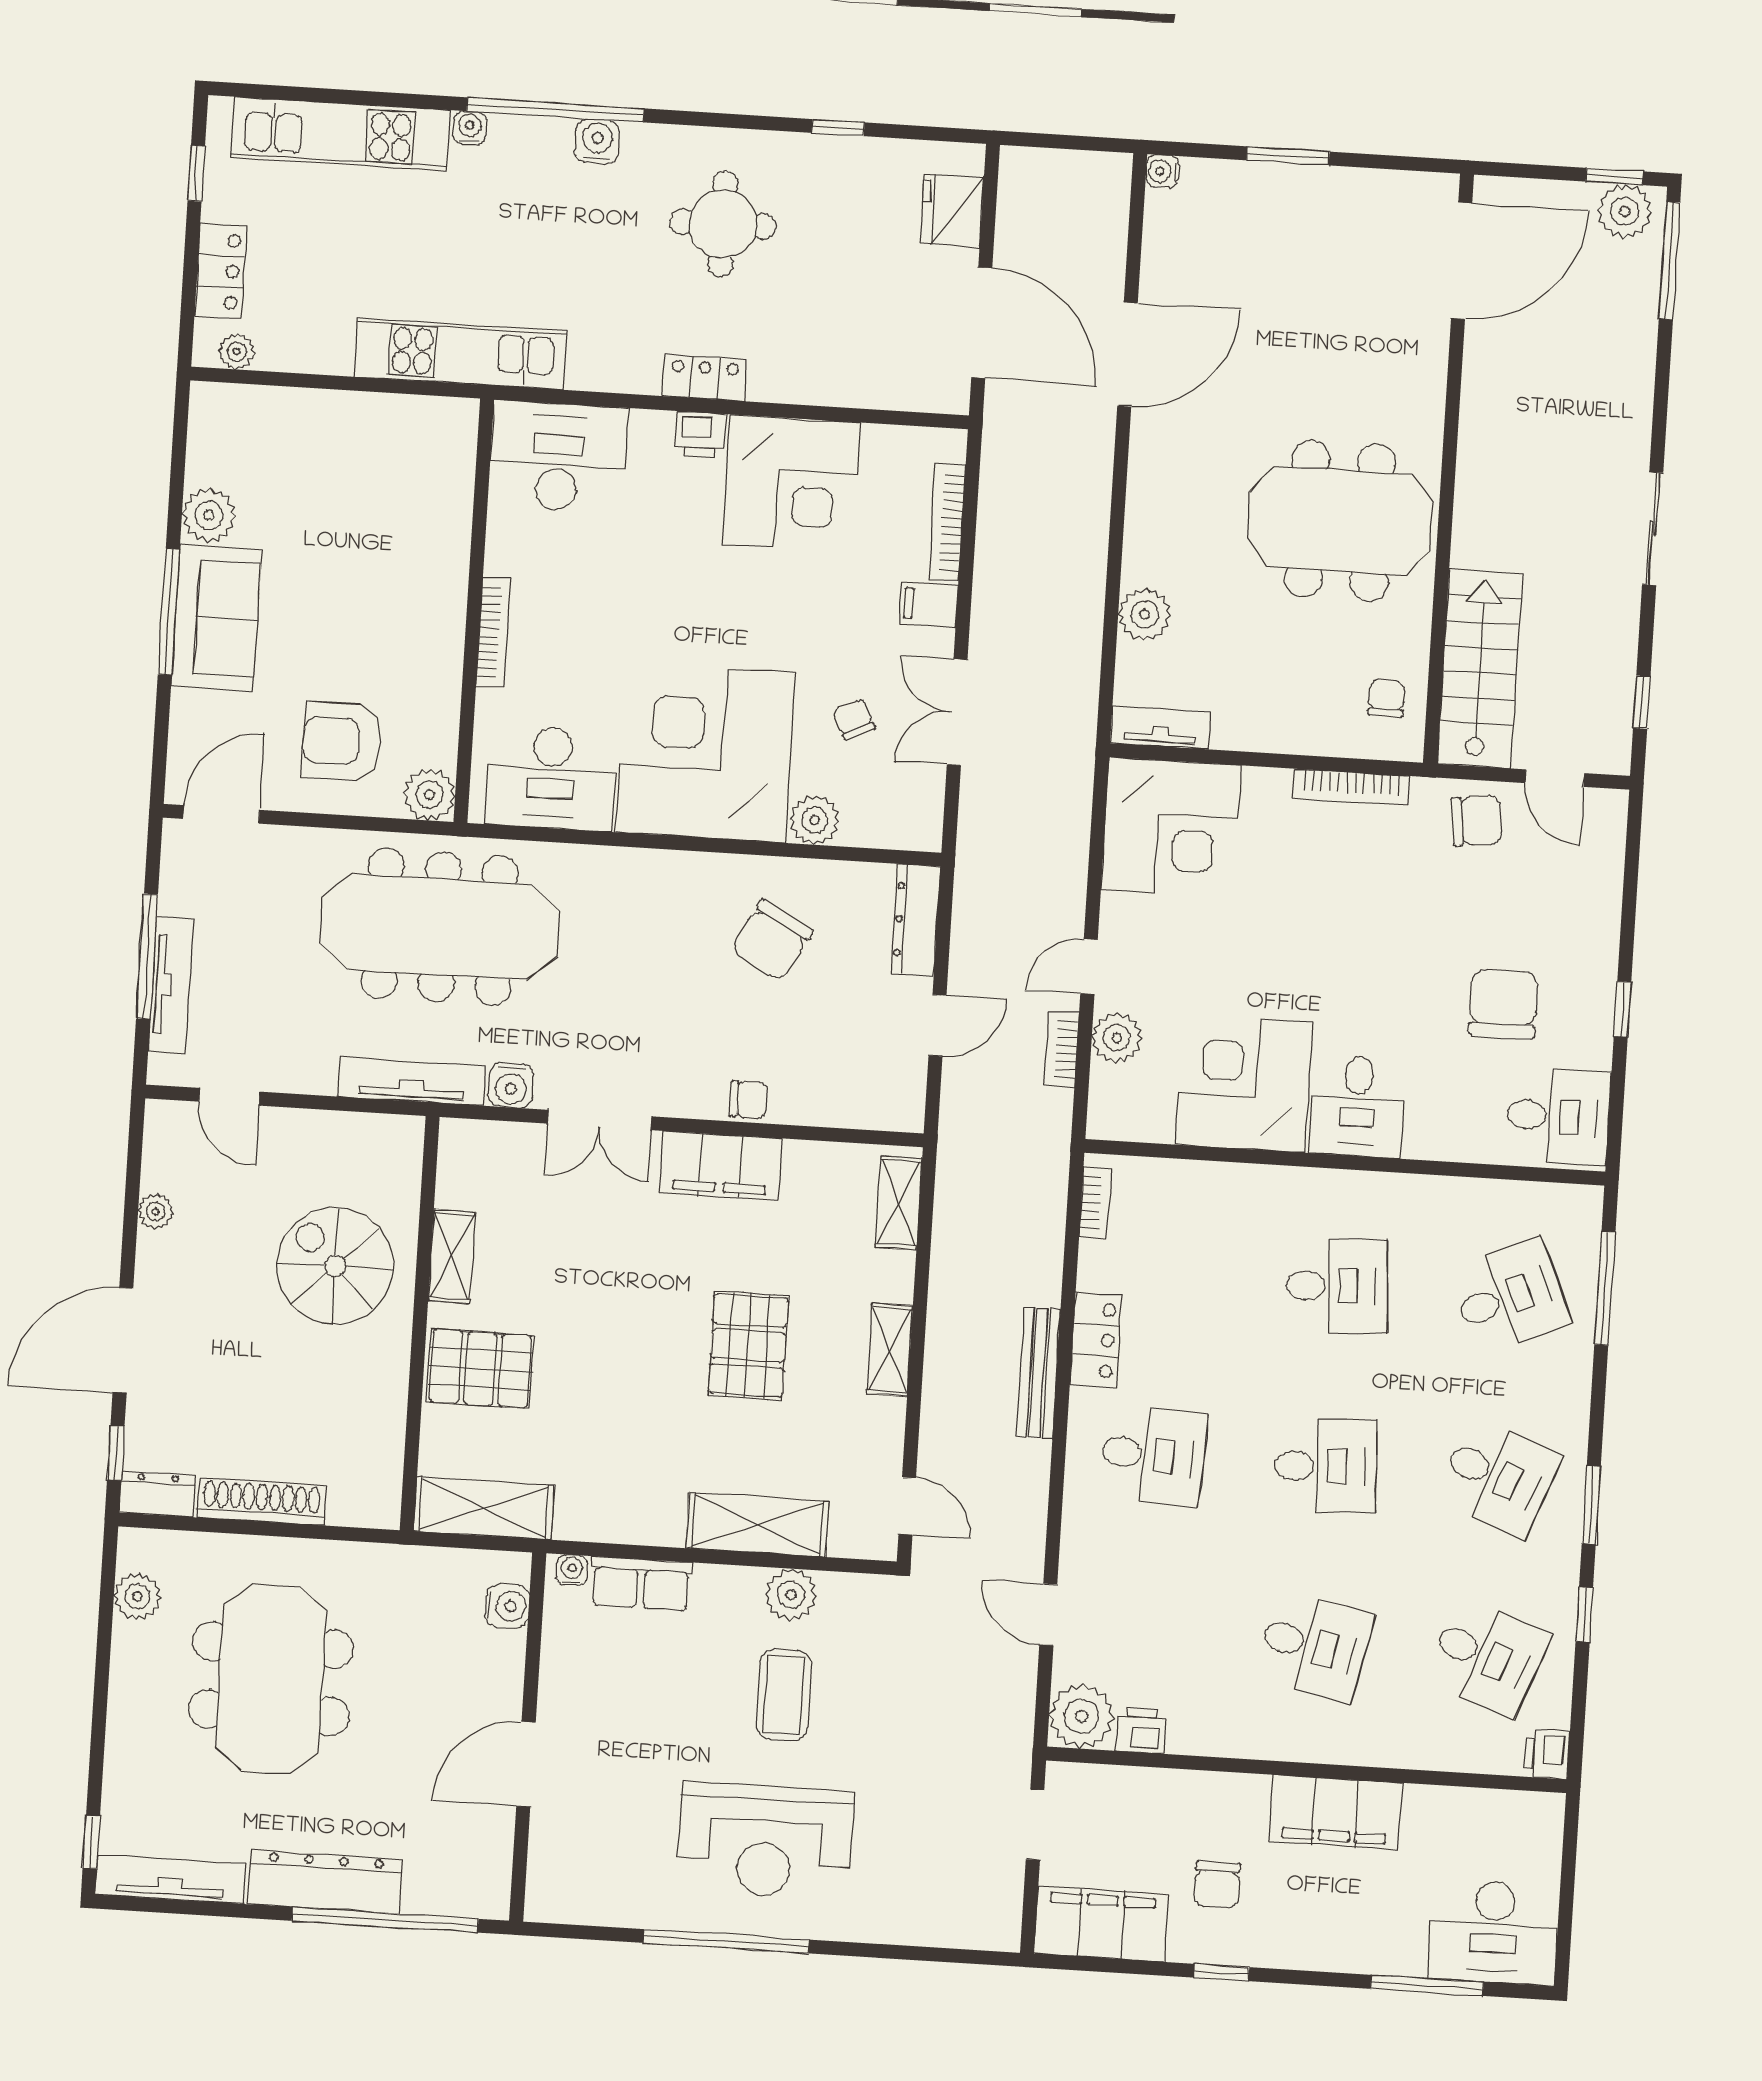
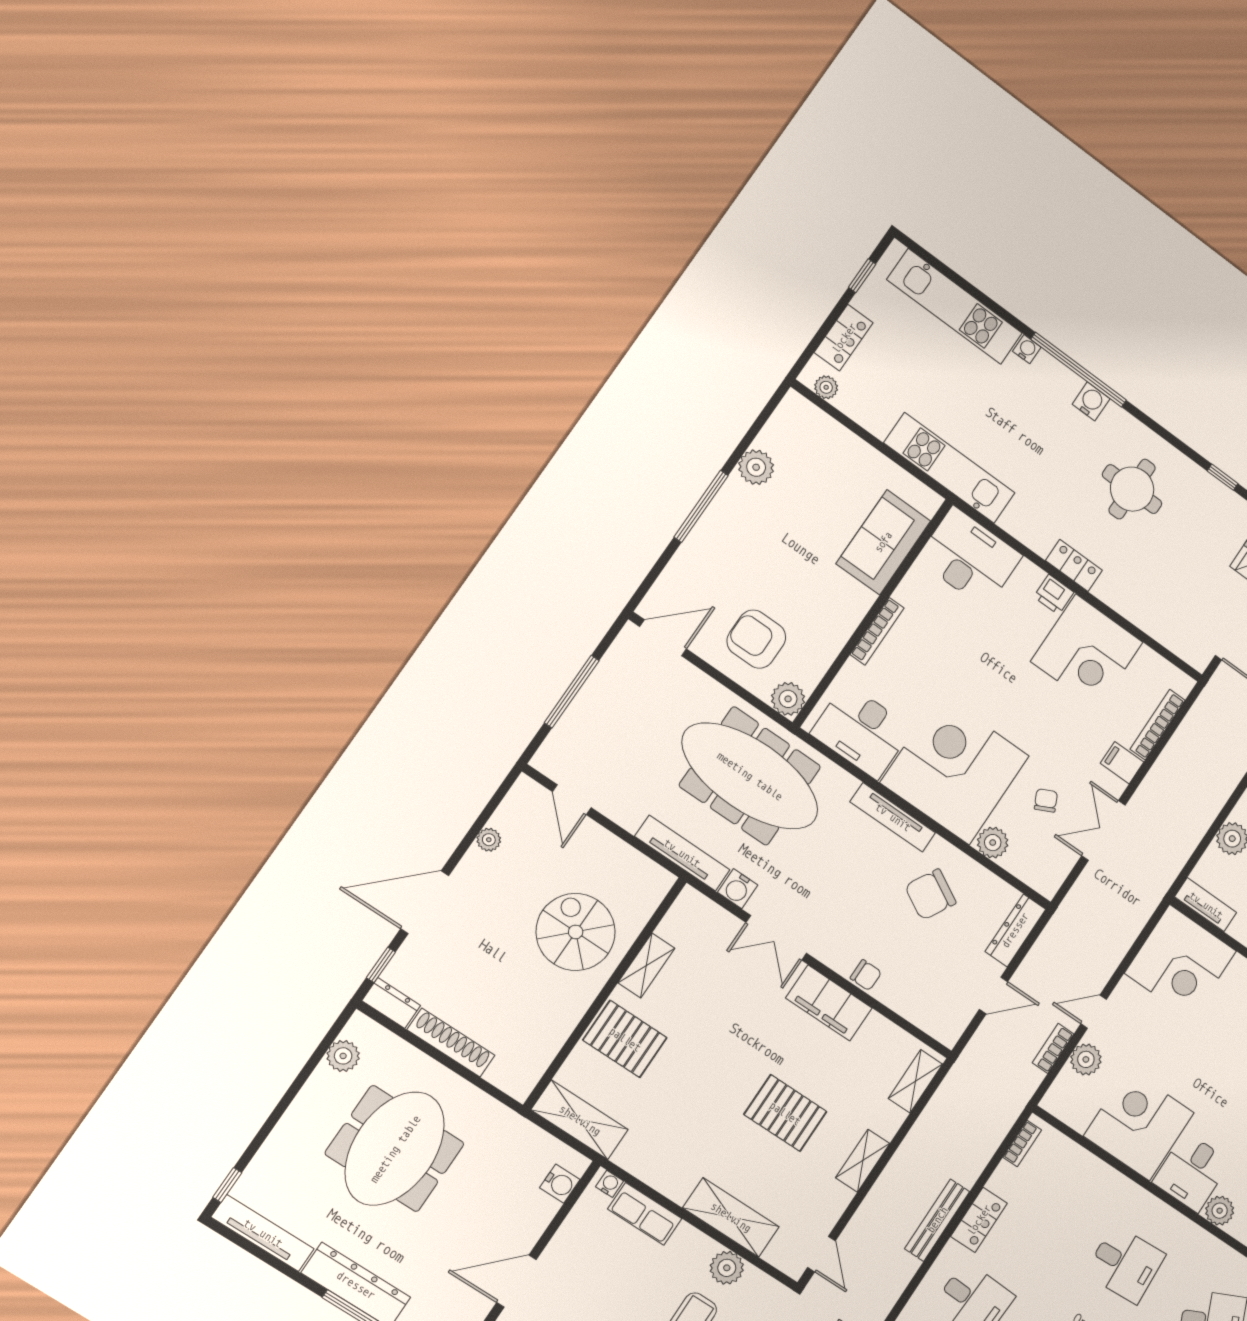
sofa: (216, 618) -> (883, 542), moved, turned 180
tv unit: (171, 985) -> (893, 817), moved, turned 90
plant: (1429, 1137) -> (1220, 1211), added
pallet: (748, 1345) -> (785, 1113), turned 90

